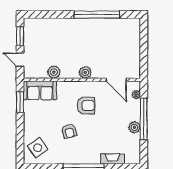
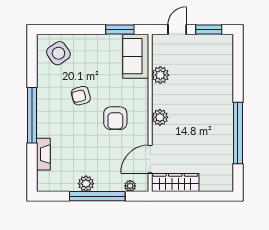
wardrobe: (134, 61) -> (175, 182), added

